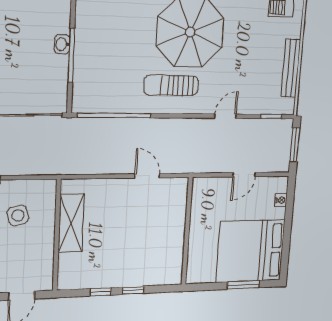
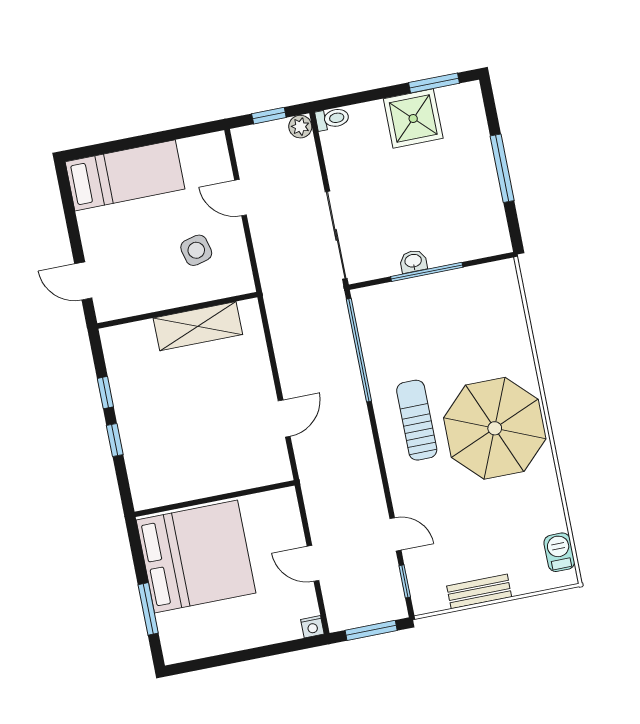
washbasin: (62, 44) -> (413, 261), moved
bench: (291, 68) -> (479, 591), width x0.73
door: (225, 116) -> (395, 534), moved
nightstand: (281, 200) -> (312, 627), moved
bed: (251, 251) -> (196, 557), moved, turned 90

